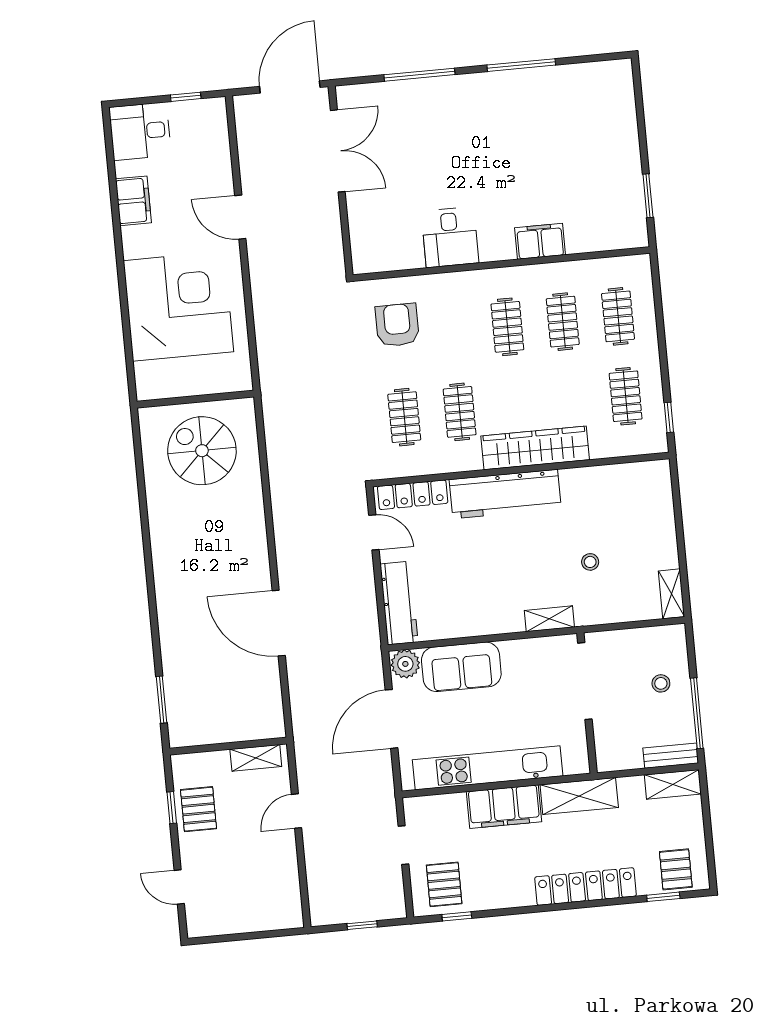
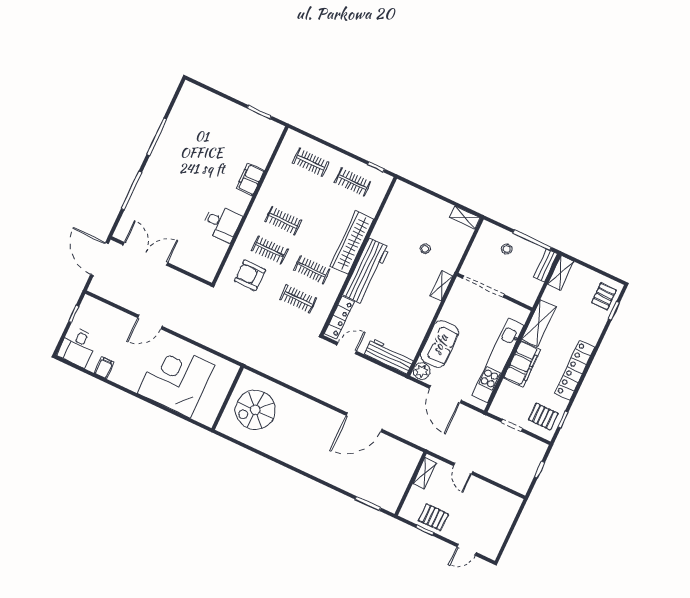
filing cabinet: (133, 201) -> (104, 368), width x0.50
clothes rail: (563, 322) -> (270, 250), moved
pallet: (676, 869) -> (604, 296), turned 90
locker: (586, 887) -> (575, 370), moved

